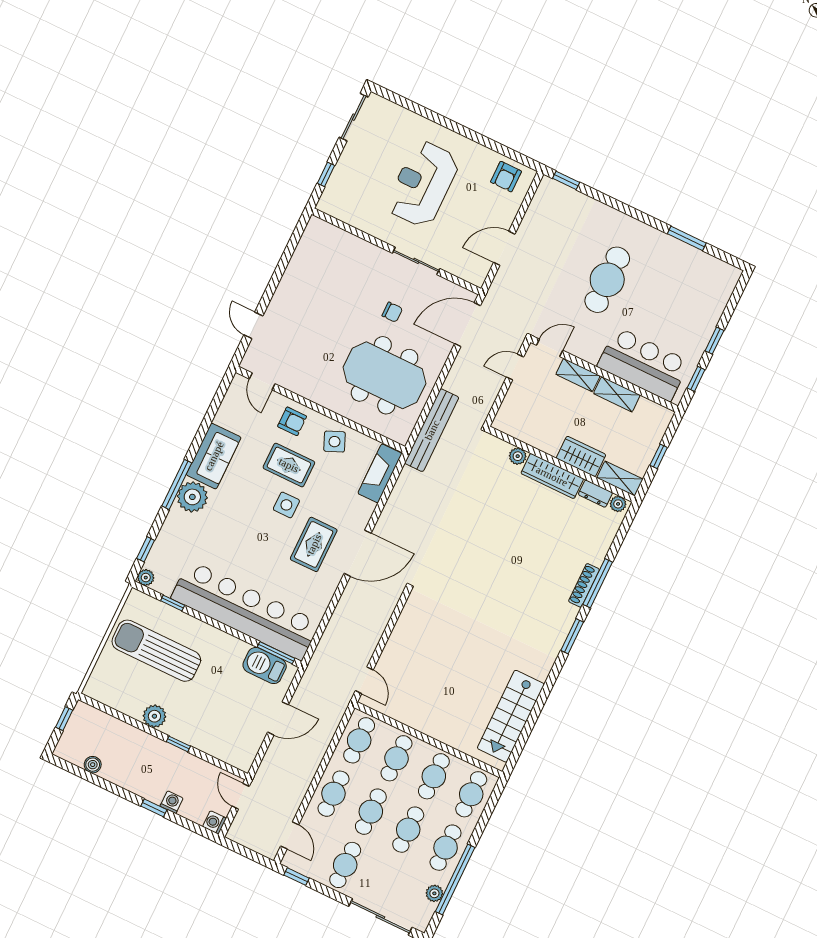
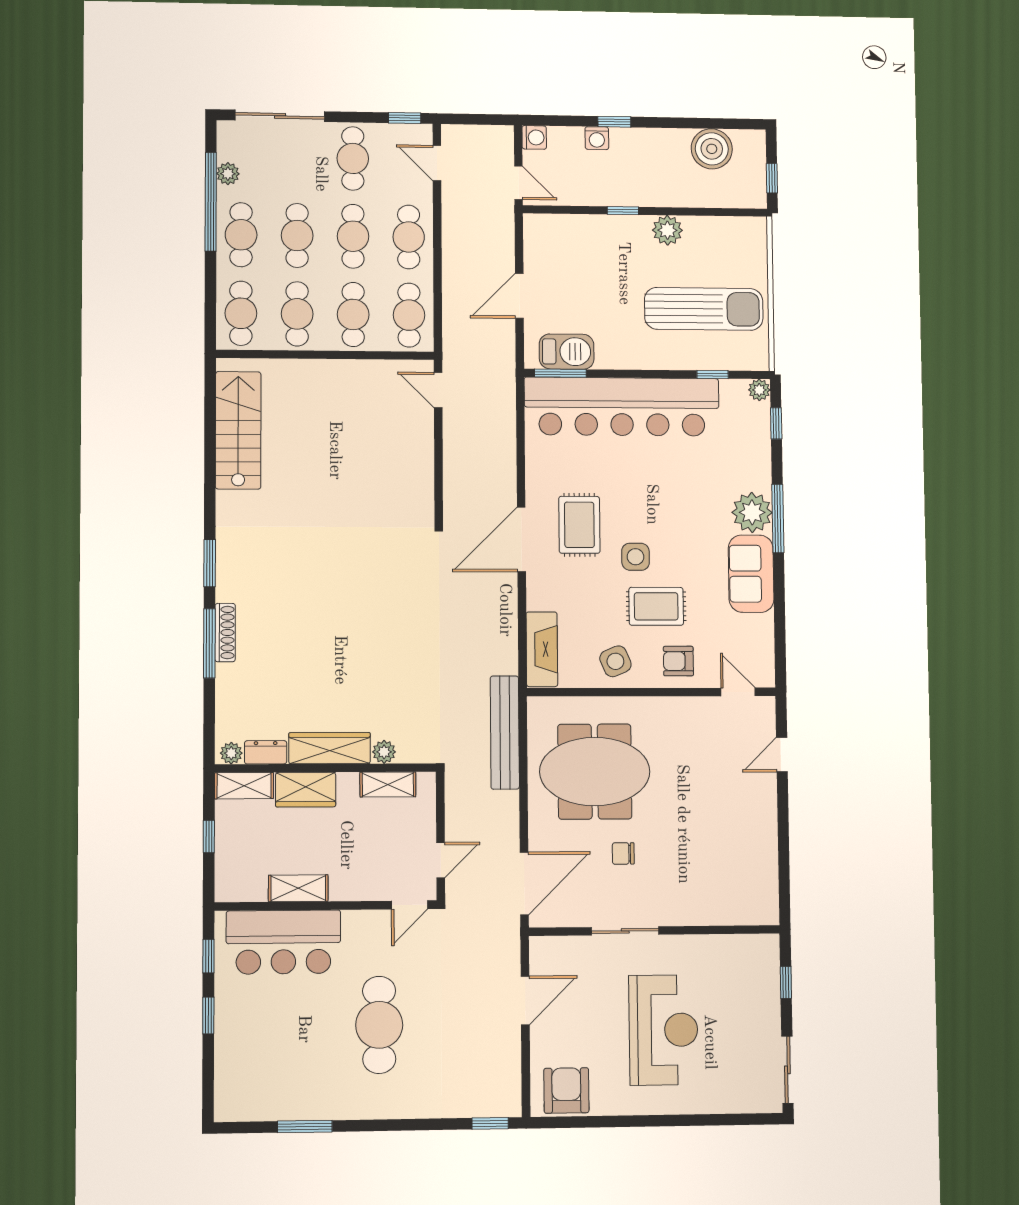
armchair: (506, 177) -> (566, 1090), width x1.38, depth x1.38
door: (253, 325) -> (782, 755), swing flipped
shelving: (578, 375) -> (388, 784), moved
boiler: (93, 765) -> (712, 149), width x1.86, depth x1.86

